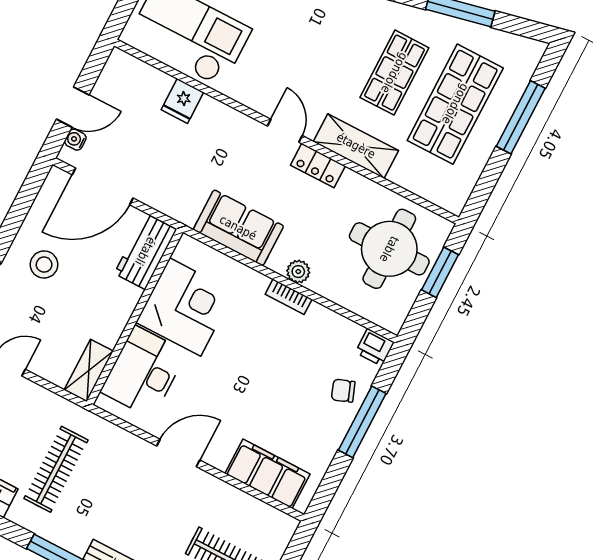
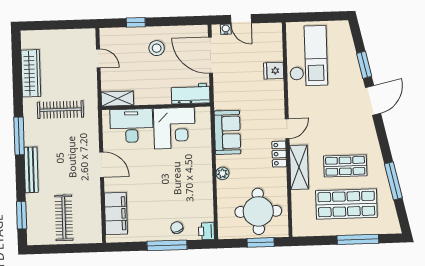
bookcase: (289, 297) -> (208, 176), removed

